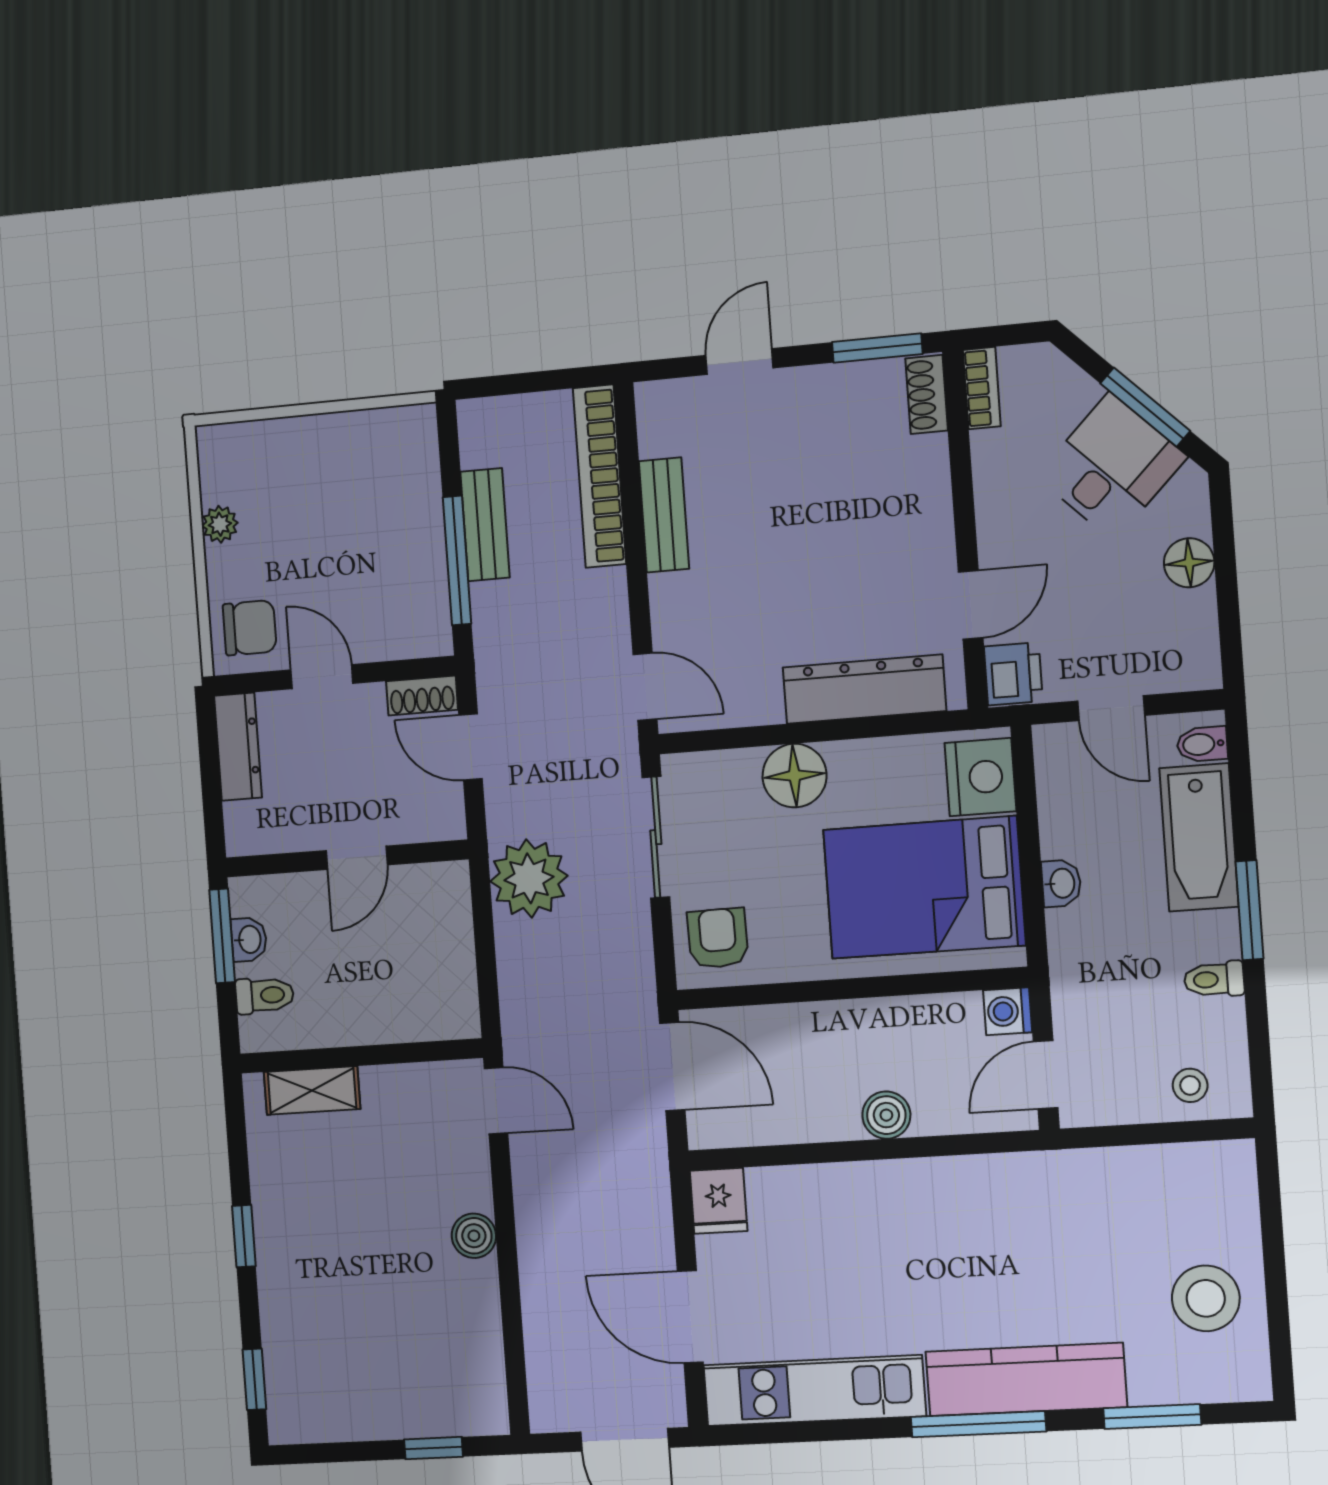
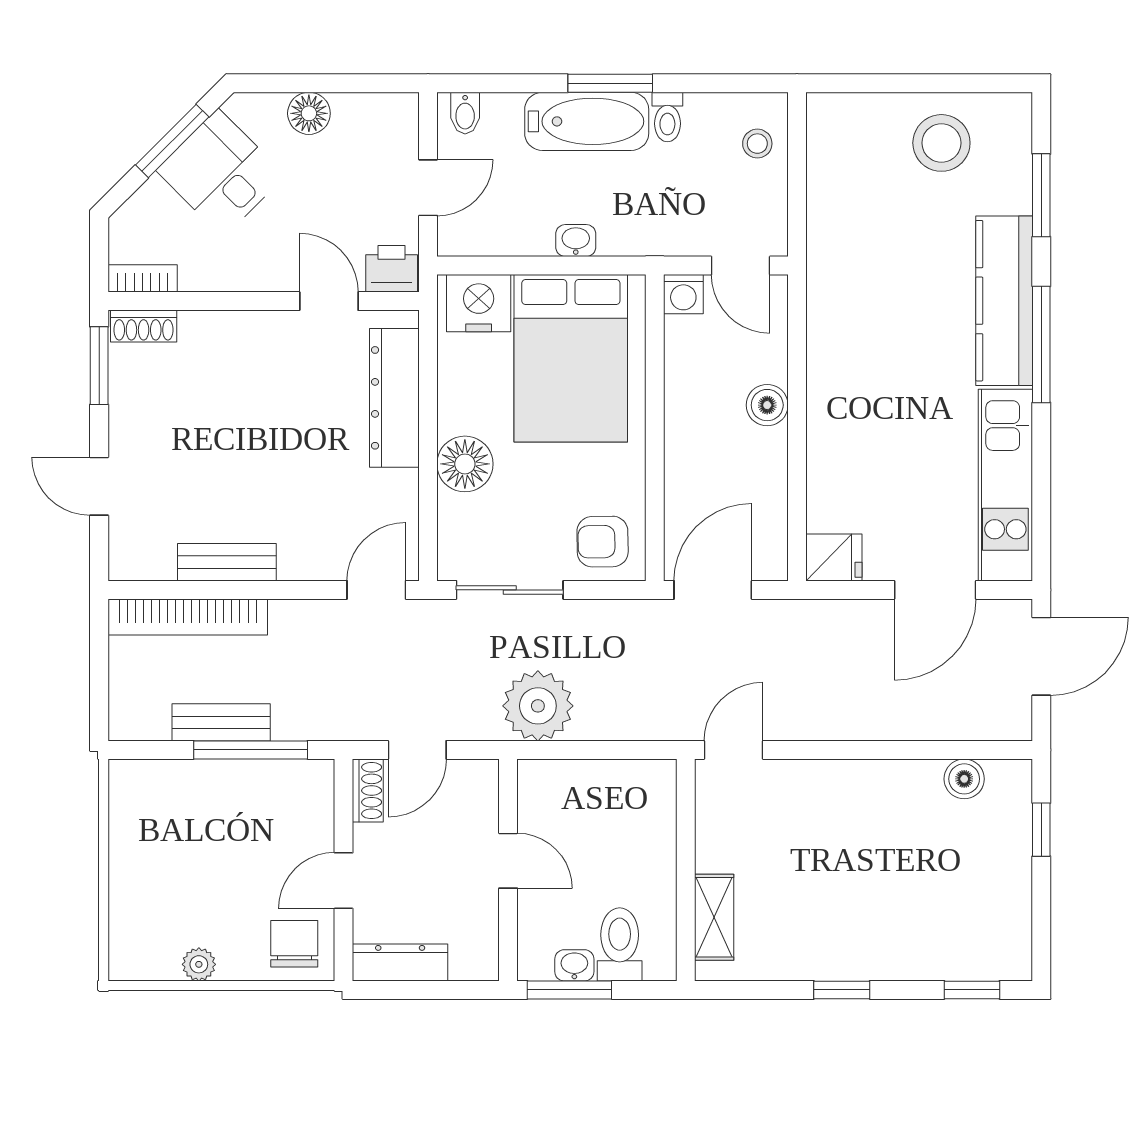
bathtub: (1199, 837) -> (587, 121), moved
toilet: (265, 995) -> (620, 944), width x1.37, depth x1.39
boiler: (474, 1236) -> (964, 779), moved

